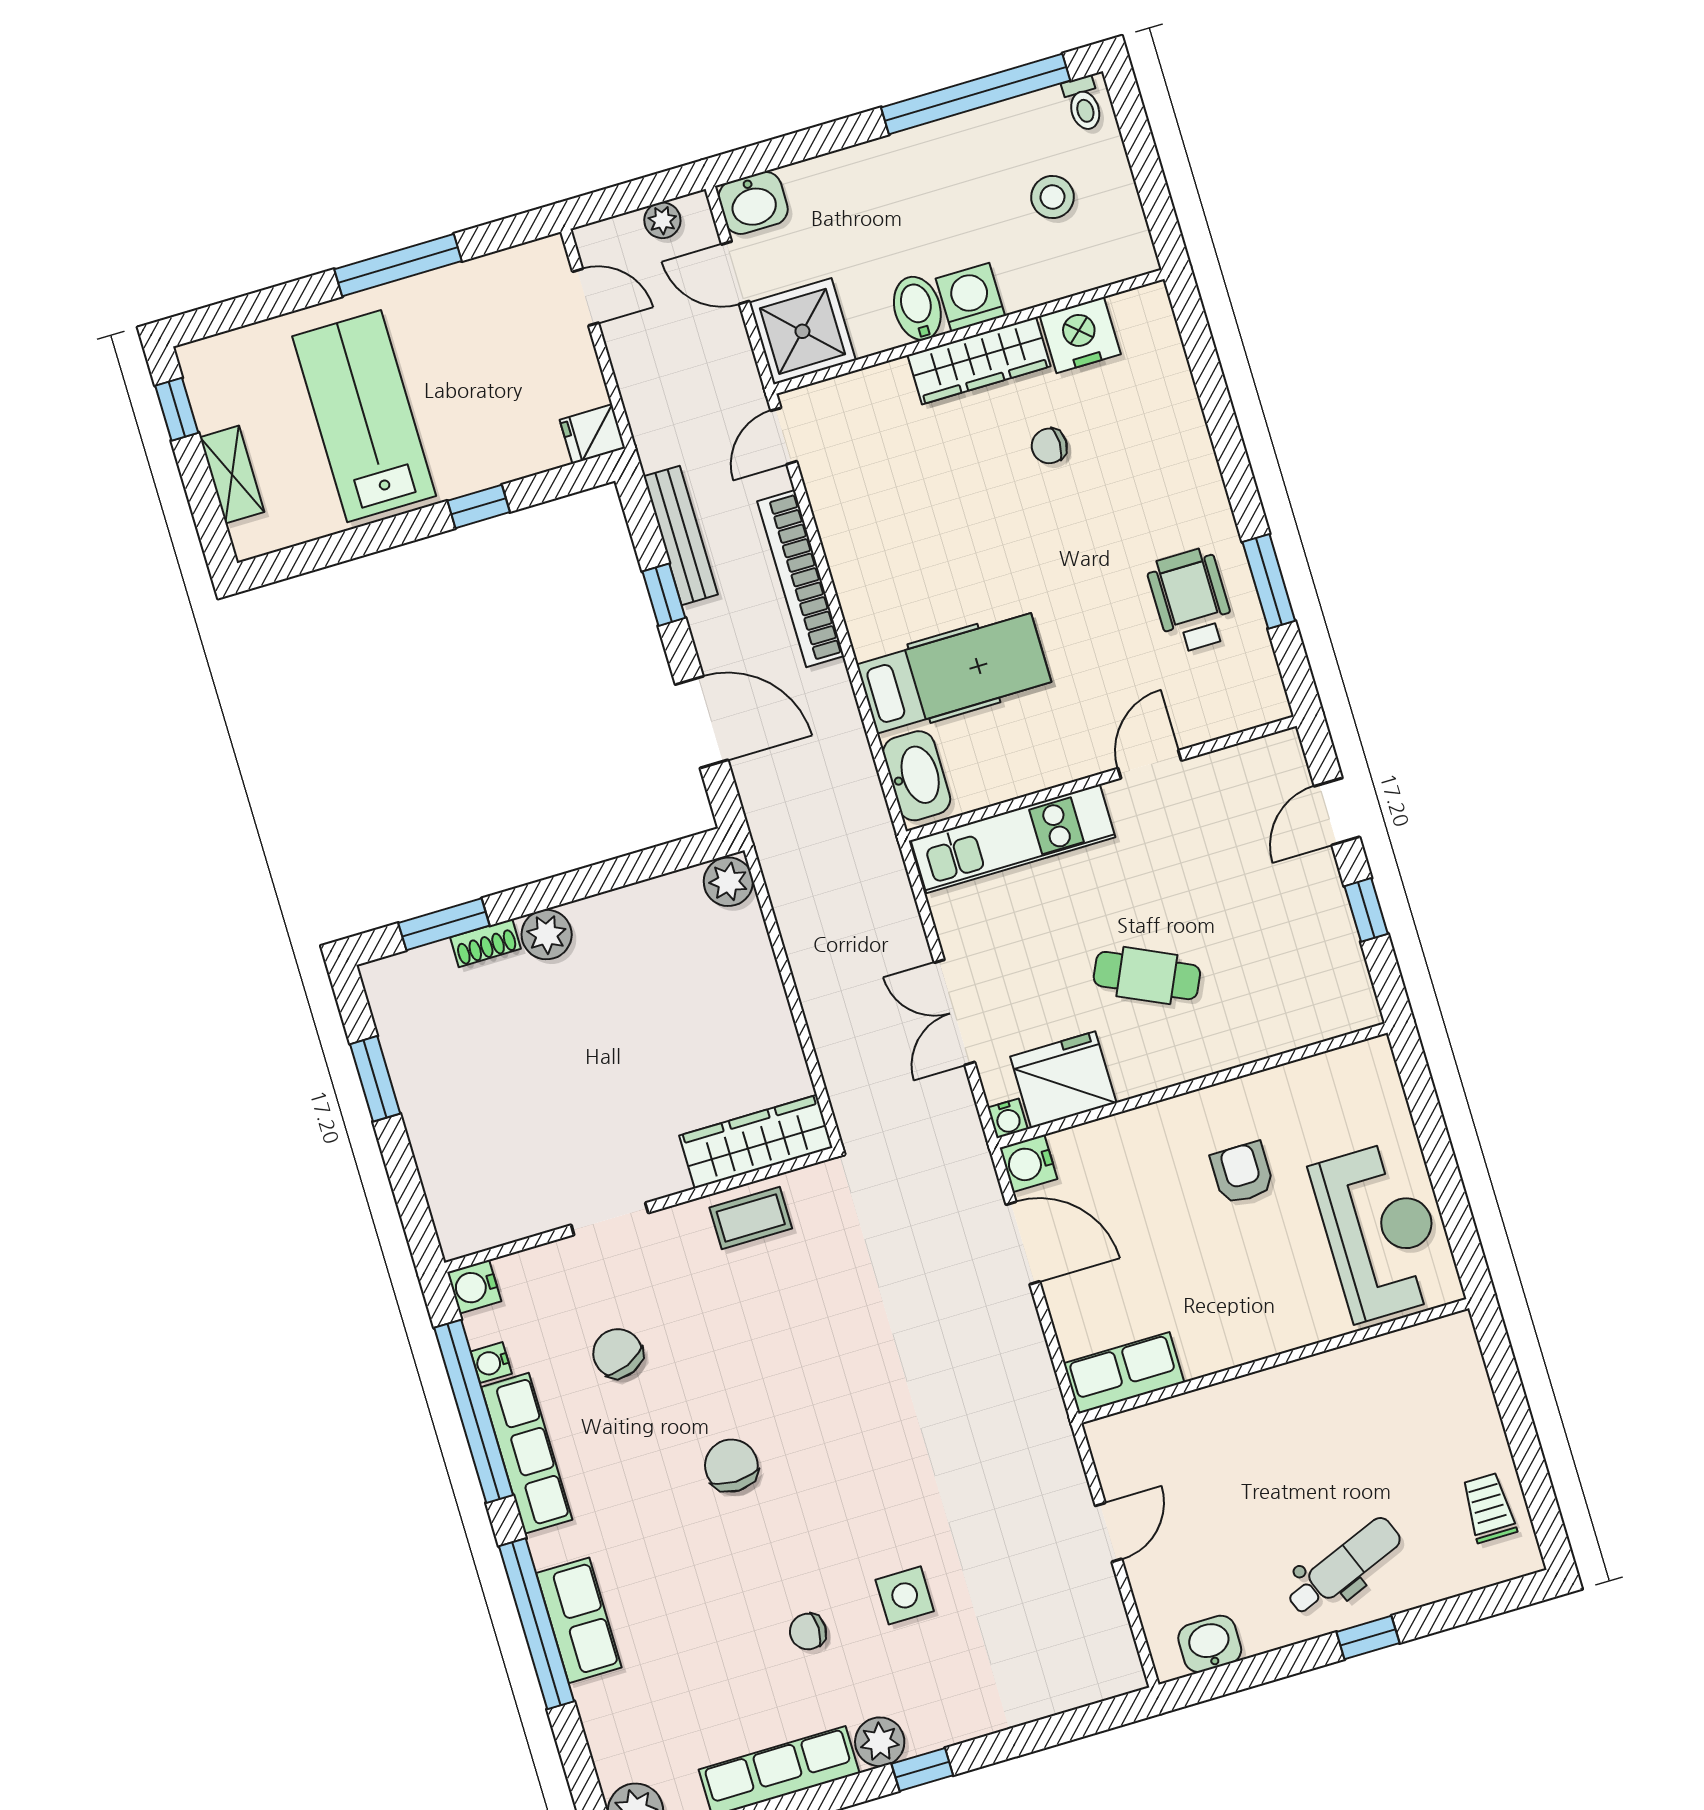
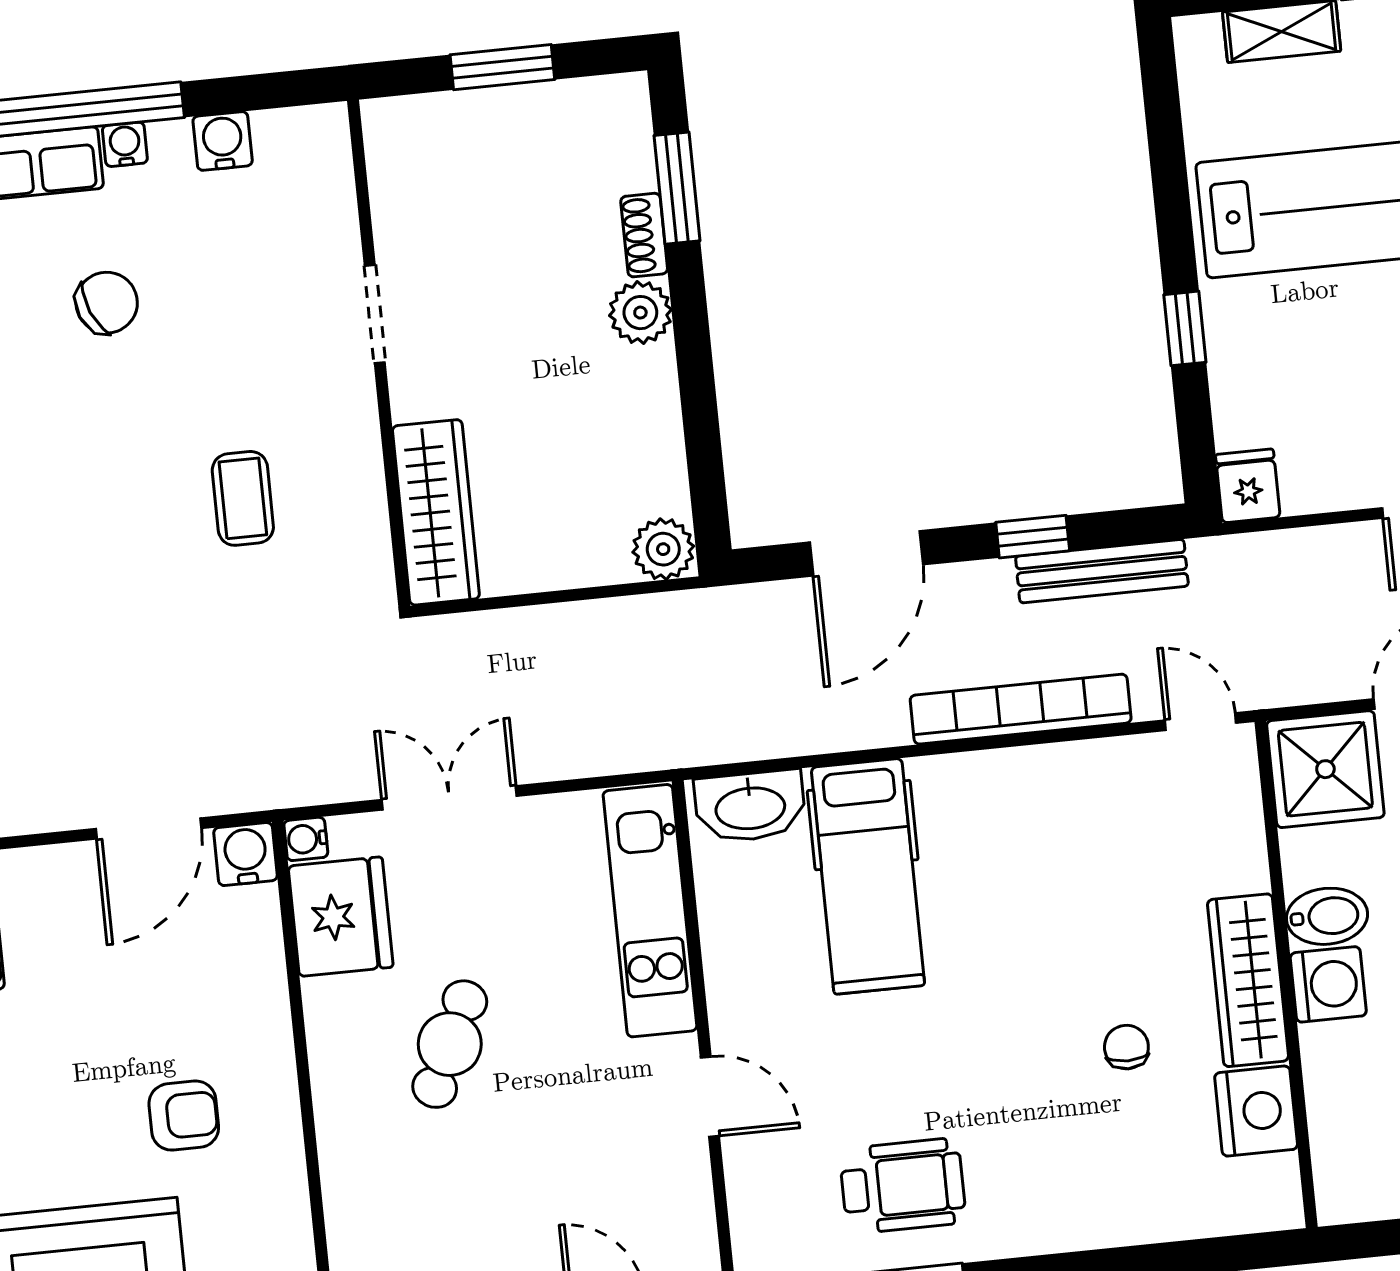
wardrobe: (756, 1142) -> (436, 512), moved
wall: (640, 1210) -> (379, 353), moved
doorway: (610, 1219) -> (375, 314), moved

